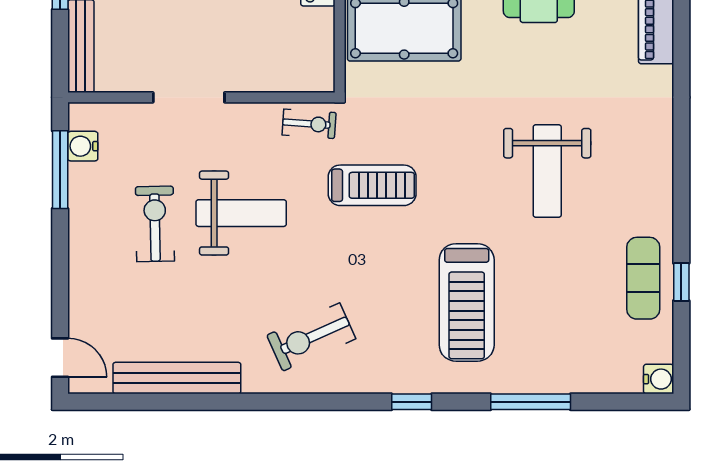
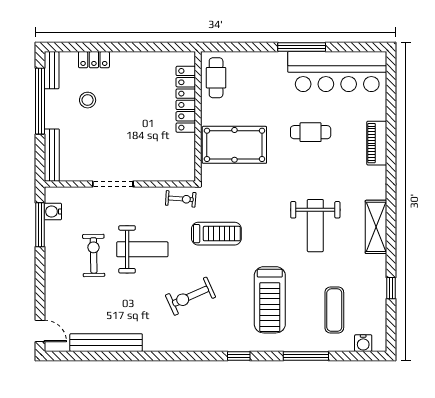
shelving: (655, 173) -> (376, 227), added
exercise mat: (643, 278) -> (334, 310), moved
exercise bike: (311, 337) -> (190, 296), moved
water cooler: (659, 379) -> (363, 343), moved, turned 90

